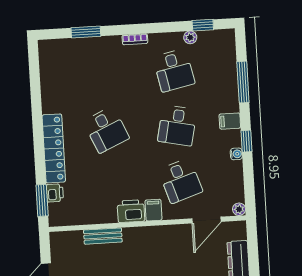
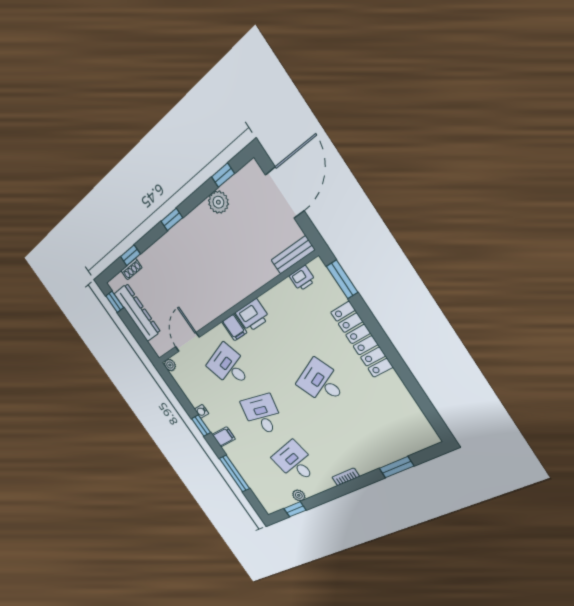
printer: (55, 193) -> (302, 278), moved, turned -90
bench: (103, 236) -> (293, 255), moved

